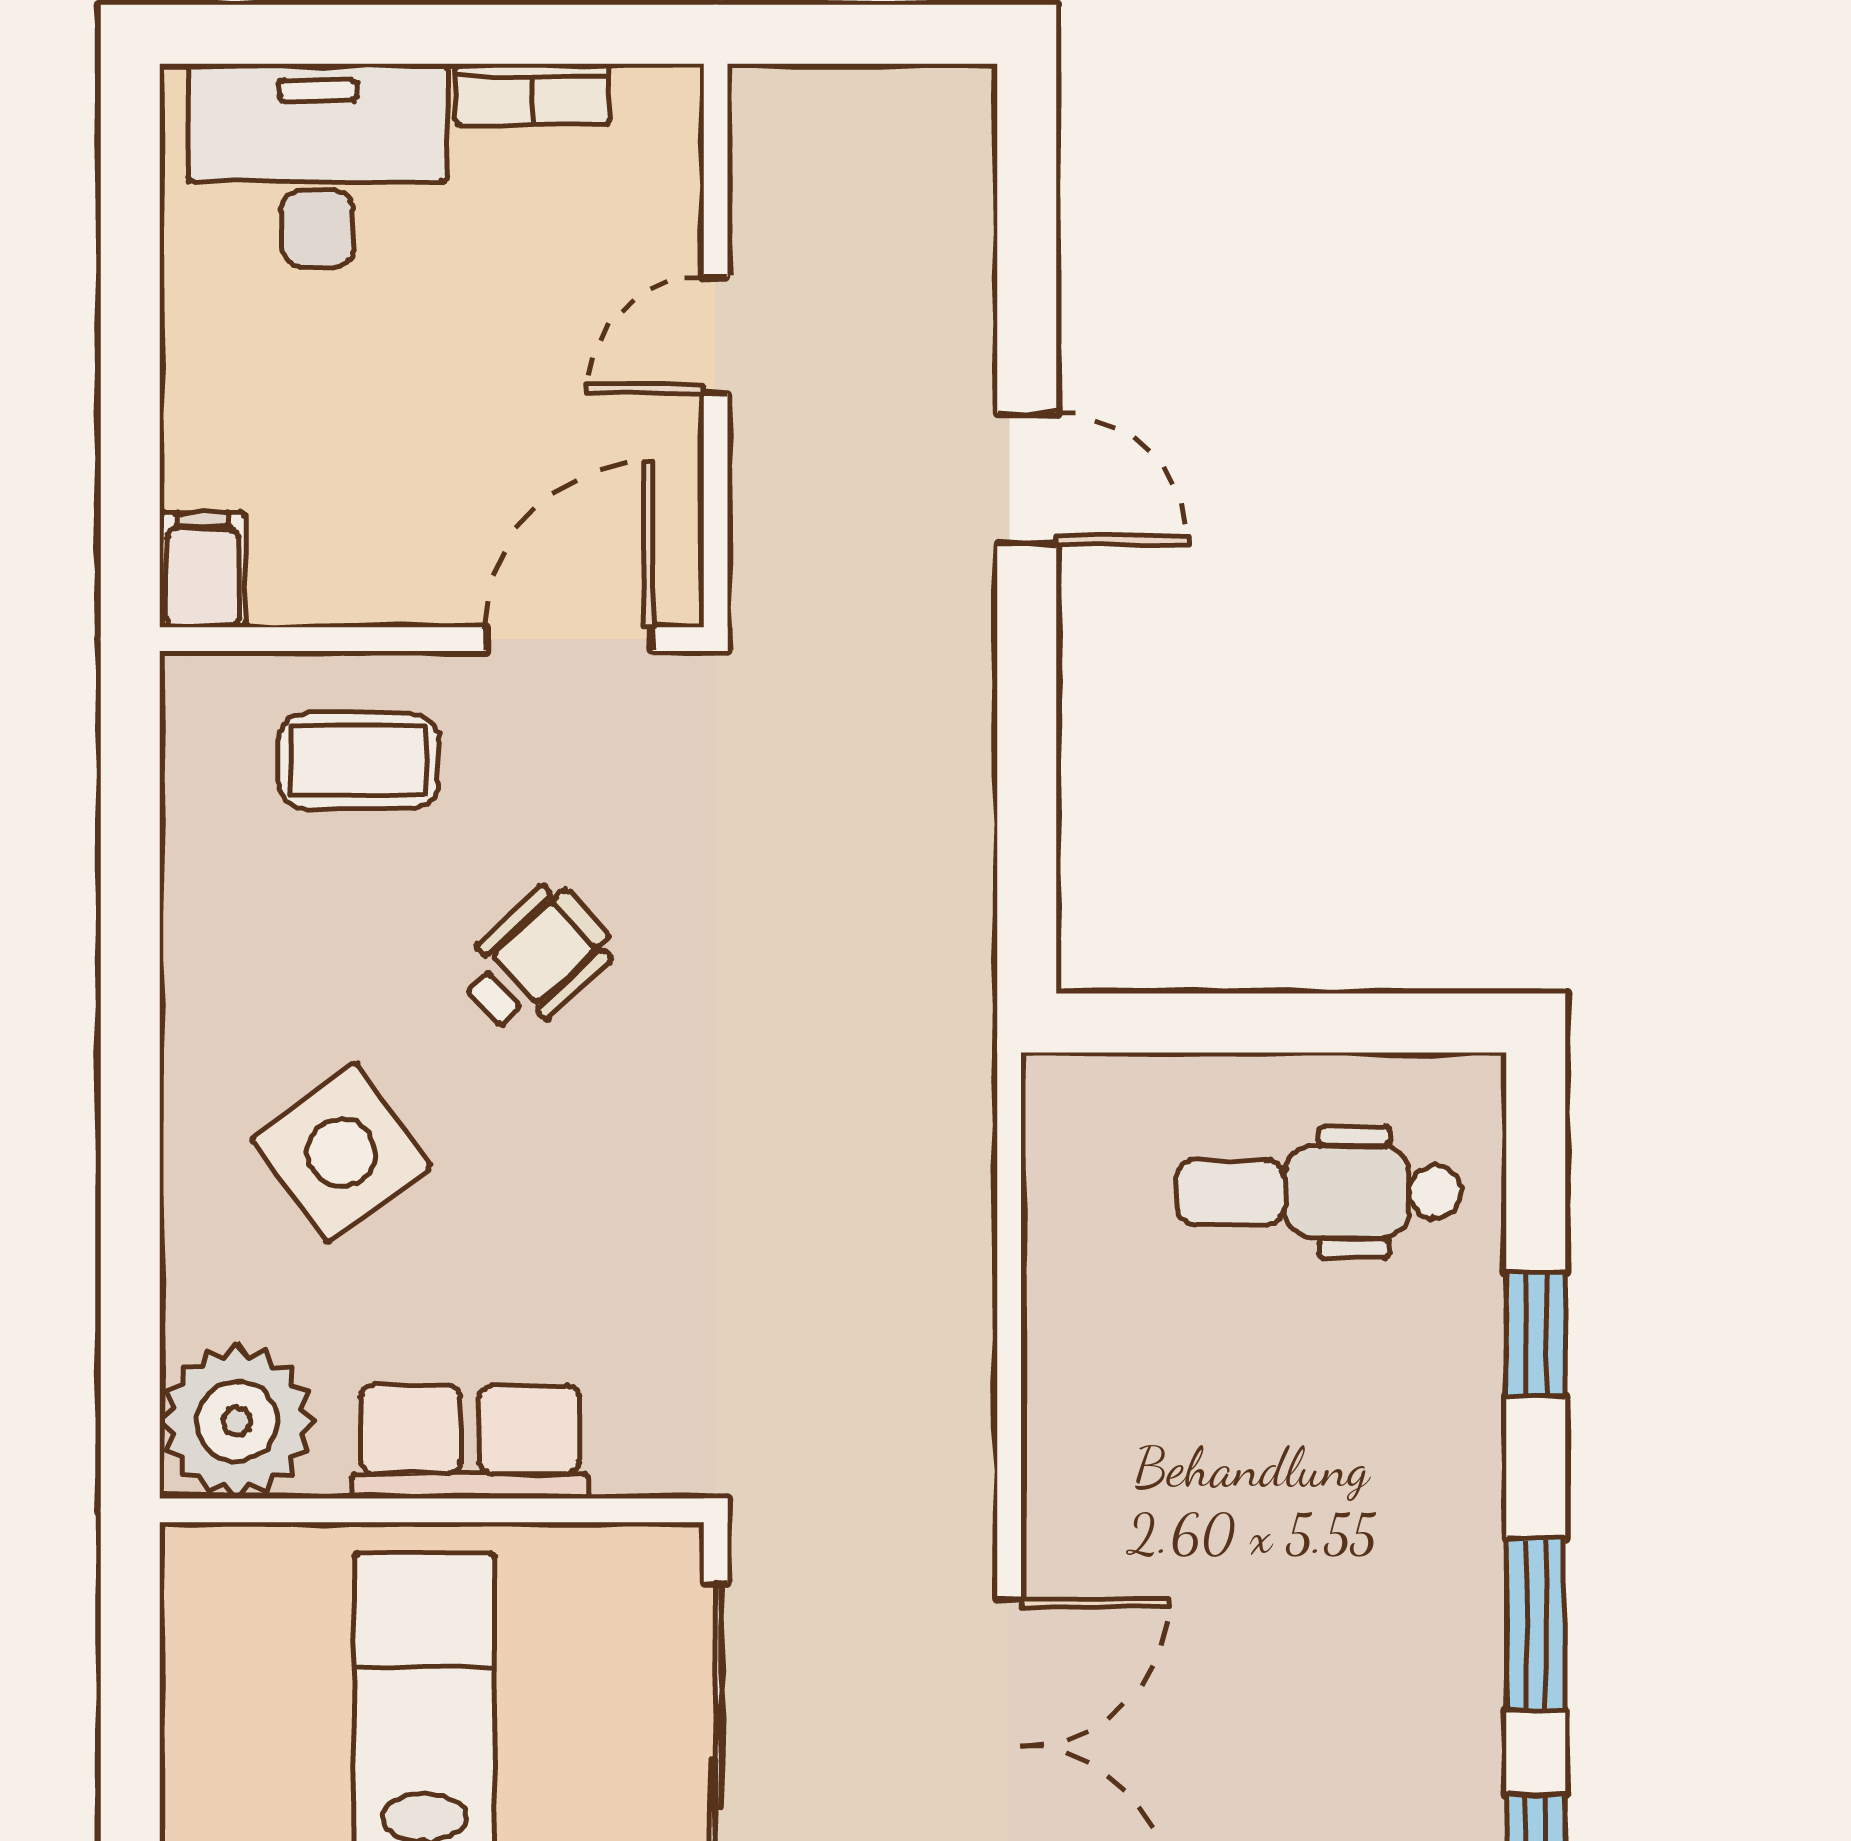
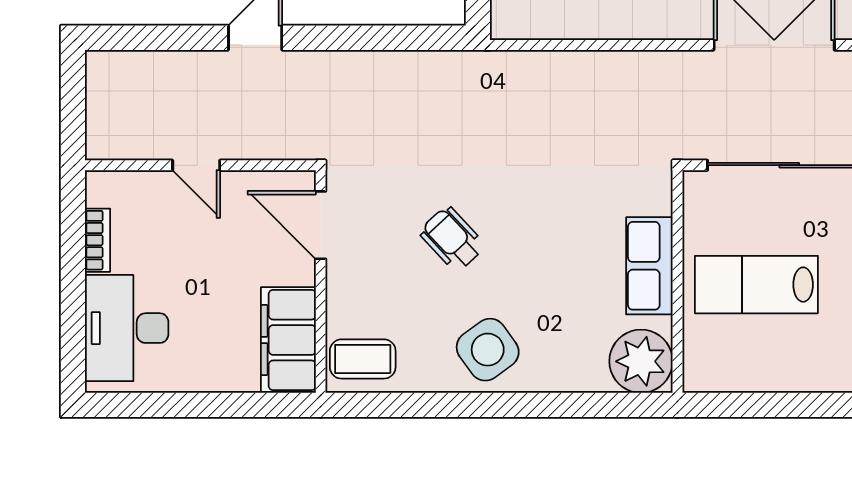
filing cabinet: (203, 570) -> (288, 340), width x3.00, depth x1.17
coffee table: (358, 761) -> (363, 359), moved, turned 90
side table: (341, 1153) -> (488, 350), moved

